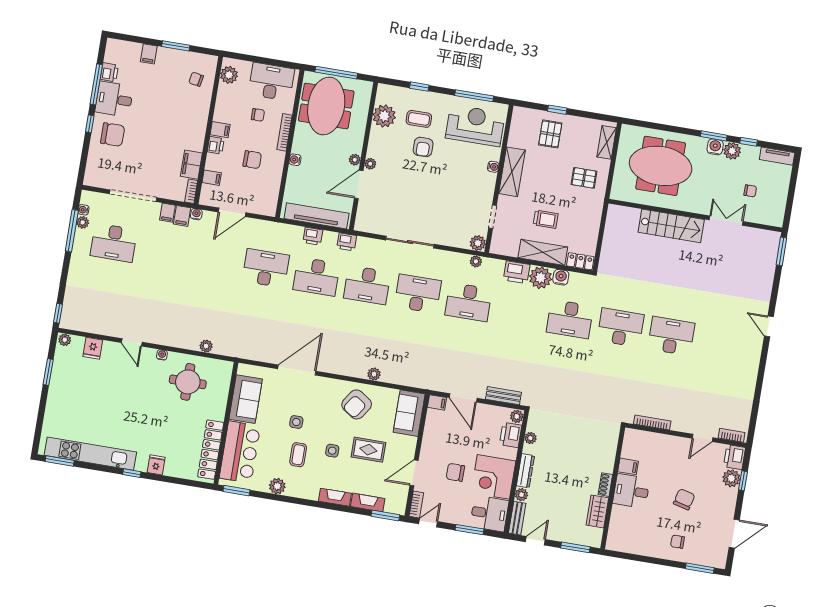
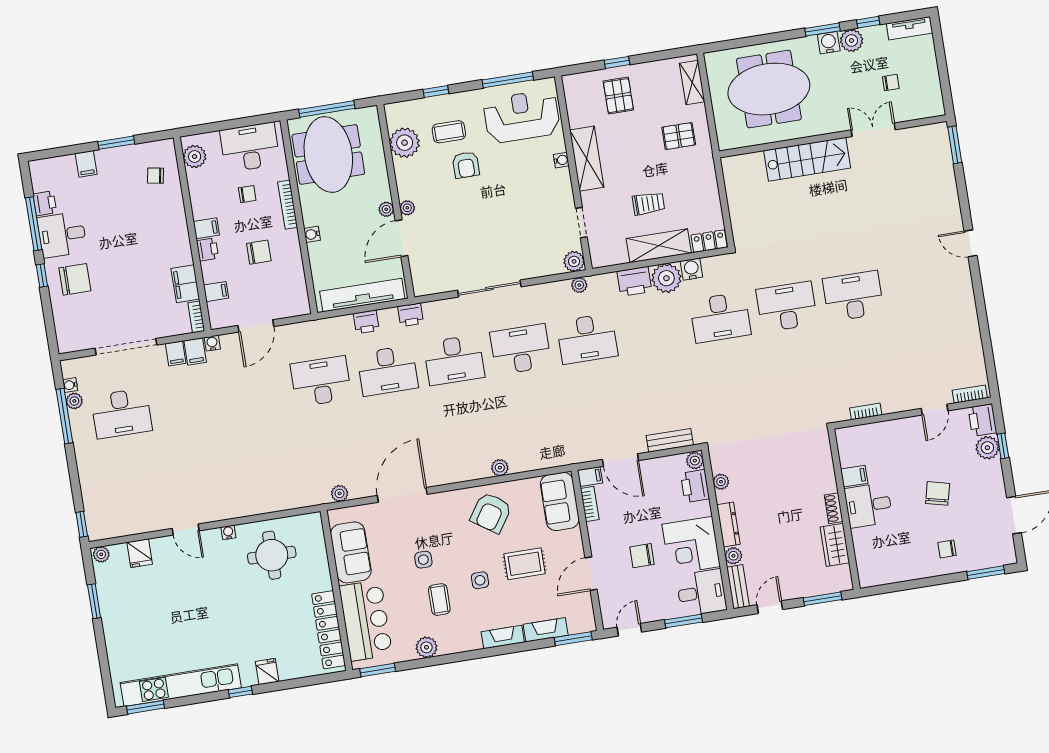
plant: (206, 346) -> (340, 493), moved
bookcase: (652, 422) -> (866, 411), width x0.64
bookcase: (416, 505) -> (590, 504), moved

